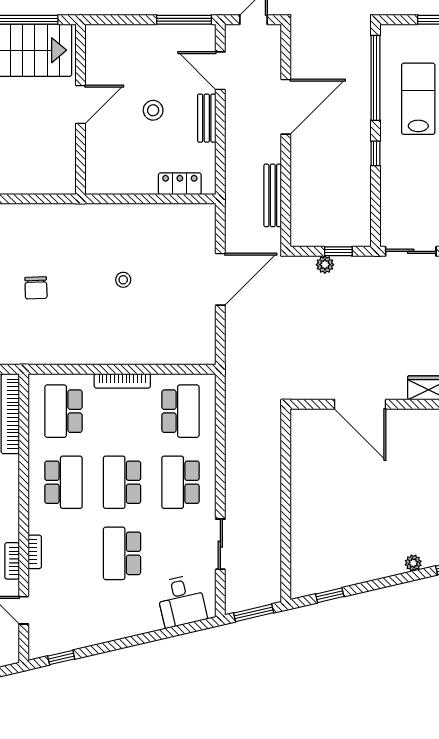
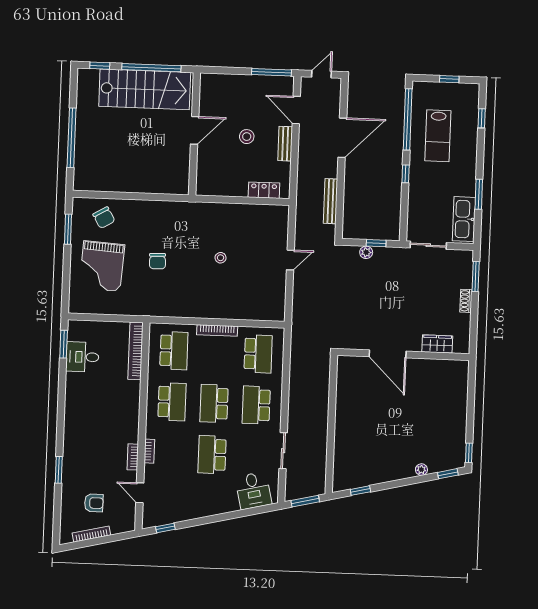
lab bench: (418, 99) -> (438, 136), turned 180
door: (220, 279) -> (290, 260), width x0.53
school desk: (63, 411) -> (174, 351), turned 180

